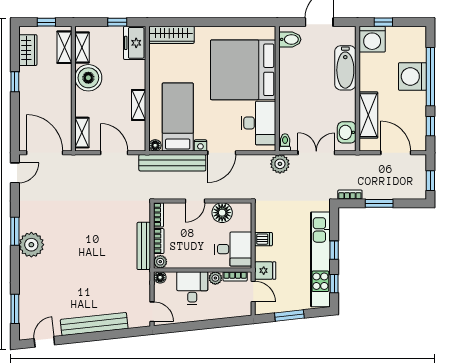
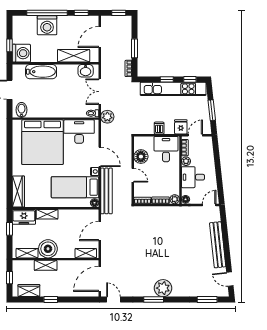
shelving: (64, 47) -> (46, 265), moved
shelving: (139, 105) -> (47, 214), moved
bench: (144, 246) -> (164, 211), removed

